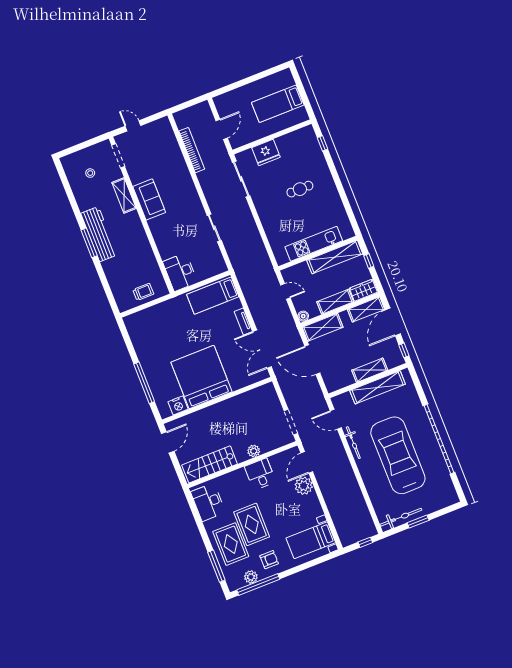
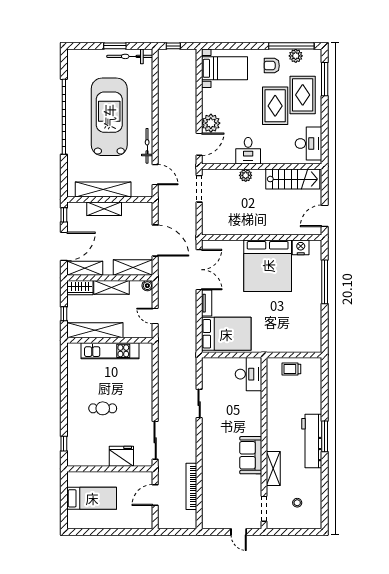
bed: (213, 296) -> (226, 334), width x1.50
car: (398, 455) -> (109, 117), turned 180

